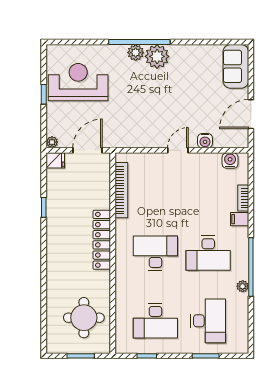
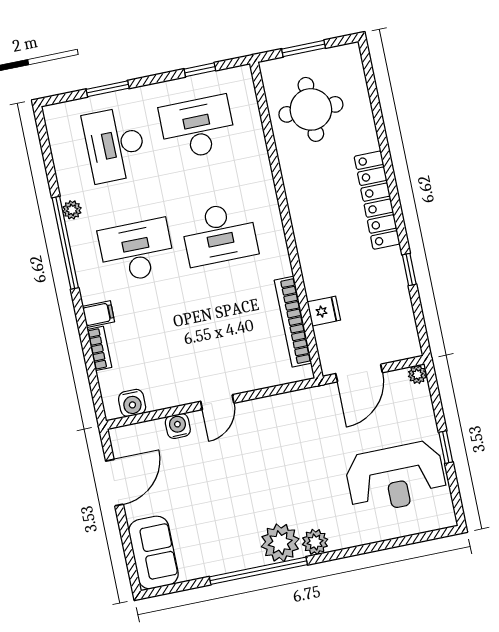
window: (139, 42) -> (258, 571), moved
fridge: (55, 160) -> (324, 311), moved, turned 180
locker: (102, 240) -> (377, 200), moved, turned 180

